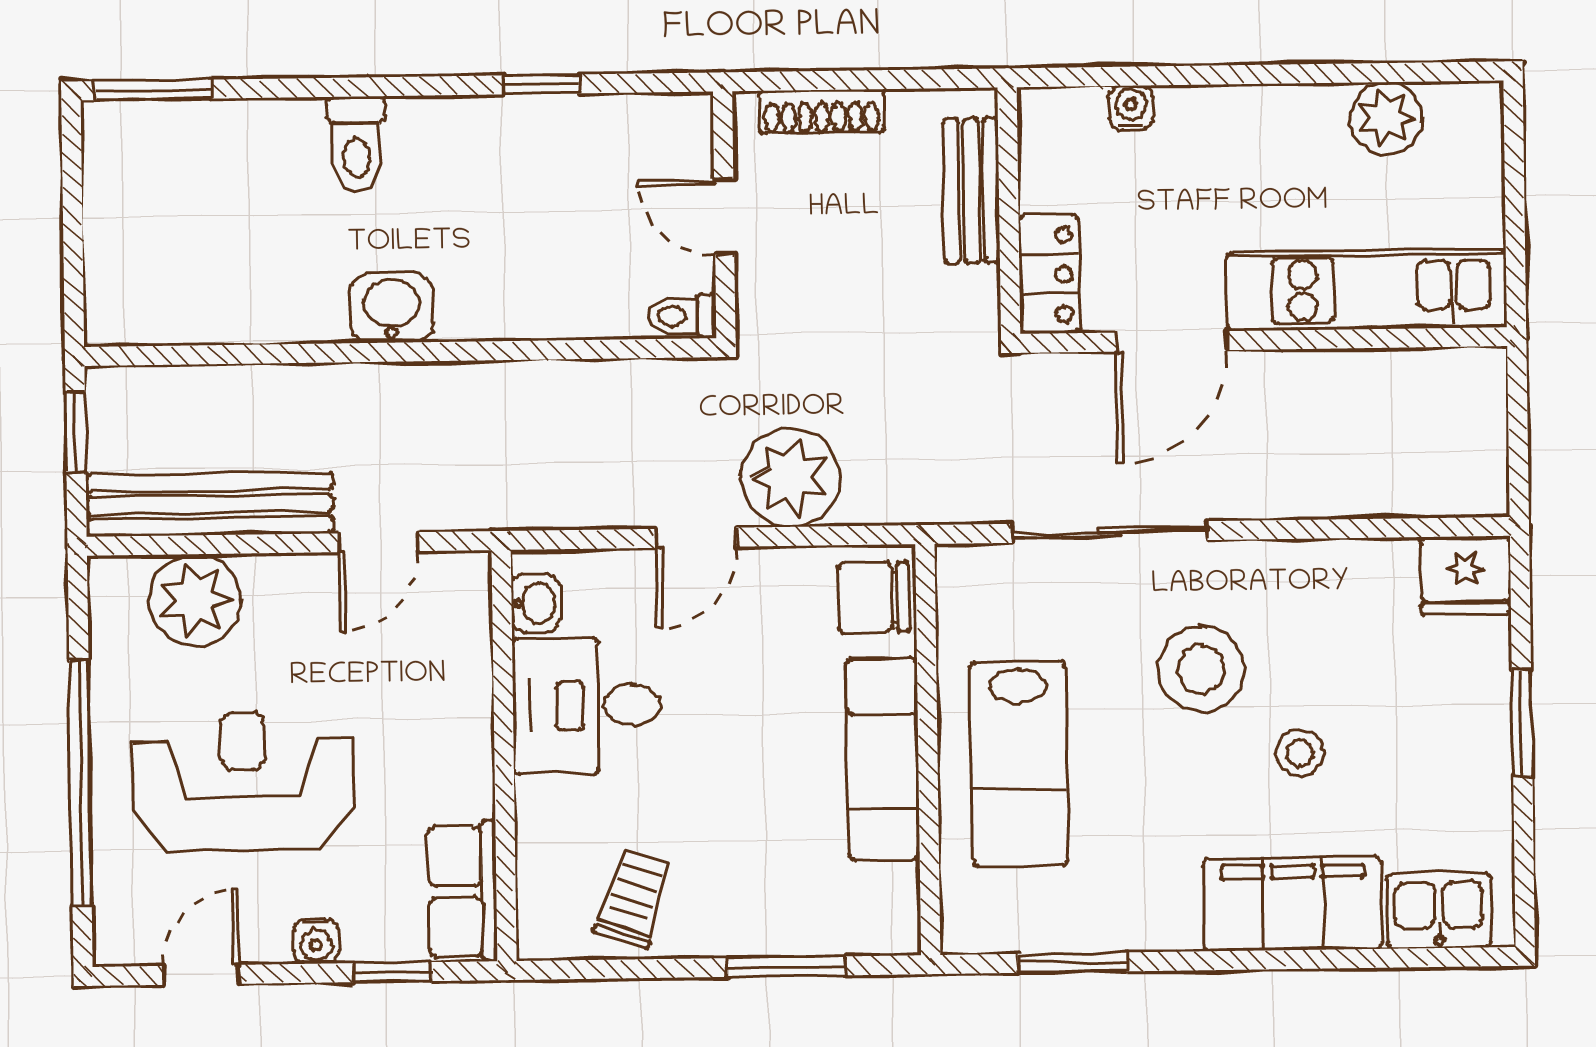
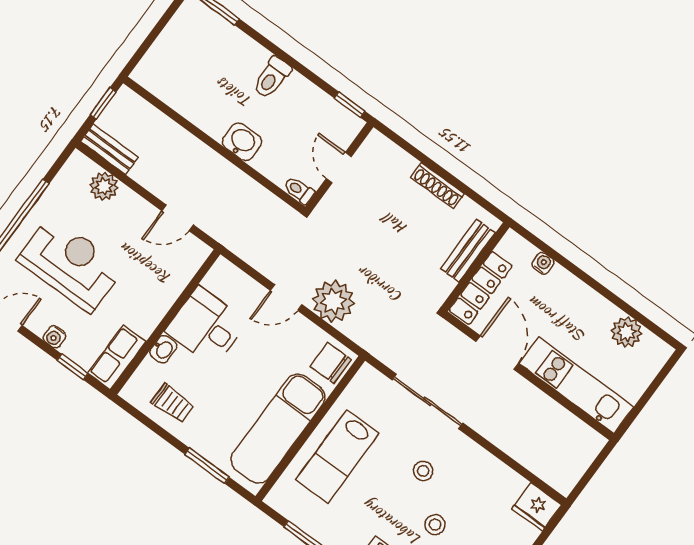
wall: (724, 215) -> (339, 167), moved
door: (724, 217) -> (339, 168), moved
locker: (1049, 274) -> (481, 288), width x1.53
toilet: (682, 316) -> (299, 190), moved
door: (1172, 341) -> (497, 353), swing flipped
bench: (210, 504) -> (109, 149), width x0.54, depth x0.82
plant: (195, 600) -> (104, 186), width x0.73, depth x0.73
washbasin: (536, 603) -> (163, 349), moved
stool: (1201, 669) -> (423, 471), width x0.53, depth x0.53
exam couch: (883, 759) -> (278, 429), width x1.36, depth x1.45
trolley: (633, 898) -> (173, 403), turned 72

